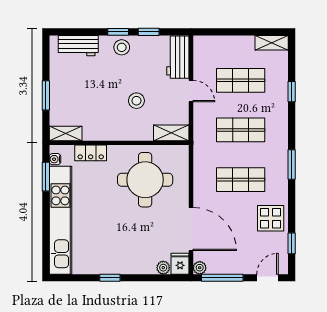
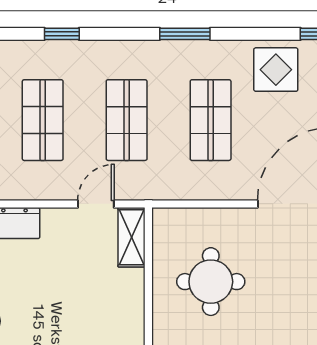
door: (191, 91) -> (96, 204), moved
stool: (136, 101) -> (77, 296), removed
round table: (145, 180) -> (211, 282), width x0.73, depth x0.73

